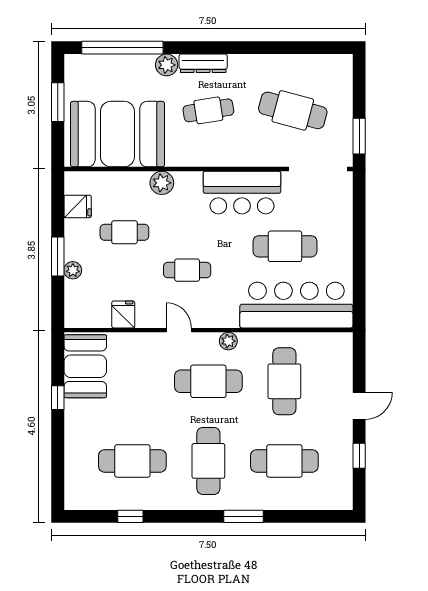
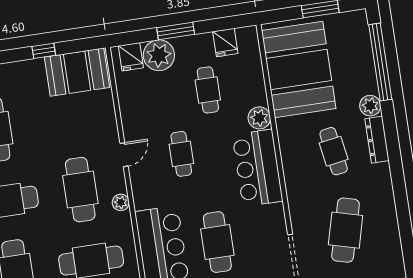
bar counter: (242, 193) -> (258, 168), moved
plant: (73, 270) -> (159, 55), width x1.88, depth x1.88
fridge: (123, 314) -> (131, 57), moved, turned 90

